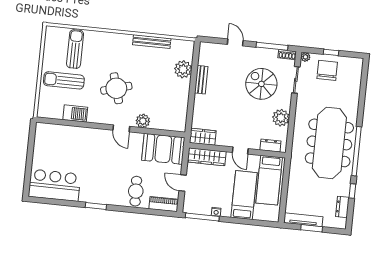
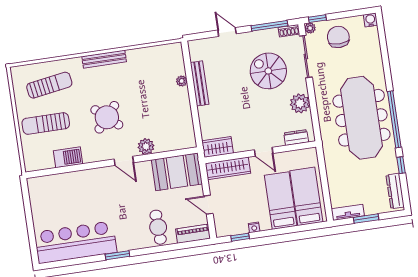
bench: (152, 42) -> (104, 59), moved
sun lounger: (75, 49) -> (49, 85), turned 81
window: (331, 52) -> (317, 19), moved
water cooler: (358, 63) -> (370, 20), added
plant: (183, 69) -> (182, 81), width x0.53, depth x0.53
bench: (201, 80) -> (200, 83), width x1.36
sliding door: (296, 80) -> (306, 56), width x1.37
round table: (116, 88) -> (107, 117), turned -33
bed: (269, 180) -> (306, 196), moved, turned 180
bar counter: (54, 185) -> (76, 242), width x1.36
dresser: (342, 207) -> (395, 191), width x1.44
window: (202, 217) -> (240, 237), width x0.46
tv unit: (303, 220) -> (348, 212), width x0.71

